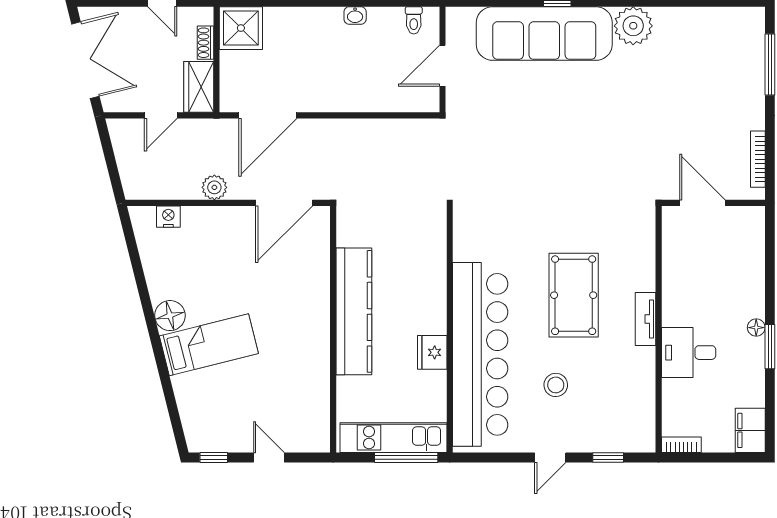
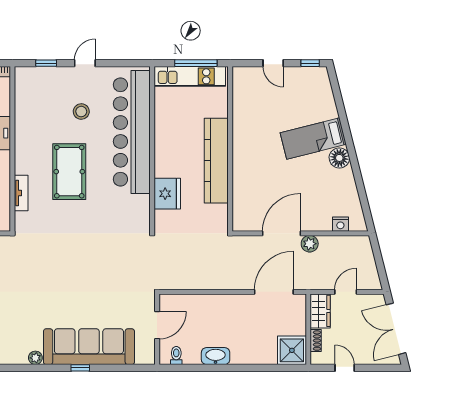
washbasin: (355, 15) -> (216, 356), width x1.91, depth x1.45
plant: (633, 26) -> (35, 358), width x0.53, depth x0.53
door: (284, 203) -> (281, 233), moved
tv unit: (646, 319) -> (21, 193), moved
fridge: (432, 352) -> (167, 194), moved, width x1.36, depth x1.34
window: (406, 457) -> (196, 63), moved

